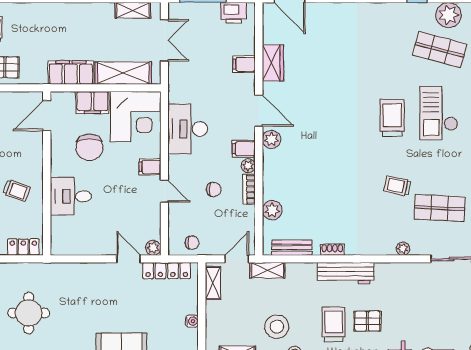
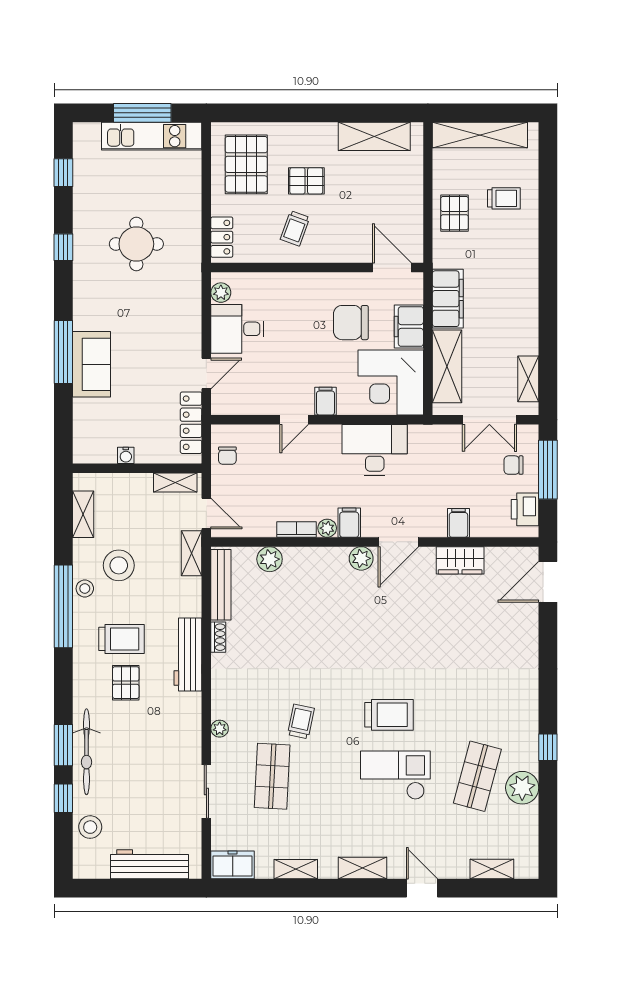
chair: (214, 190) -> (513, 465), moved, turned 90
desk: (71, 196) -> (237, 329), moved, turned -90
plant: (153, 248) -> (221, 293), moved
bench: (292, 248) -> (221, 585), width x1.36

